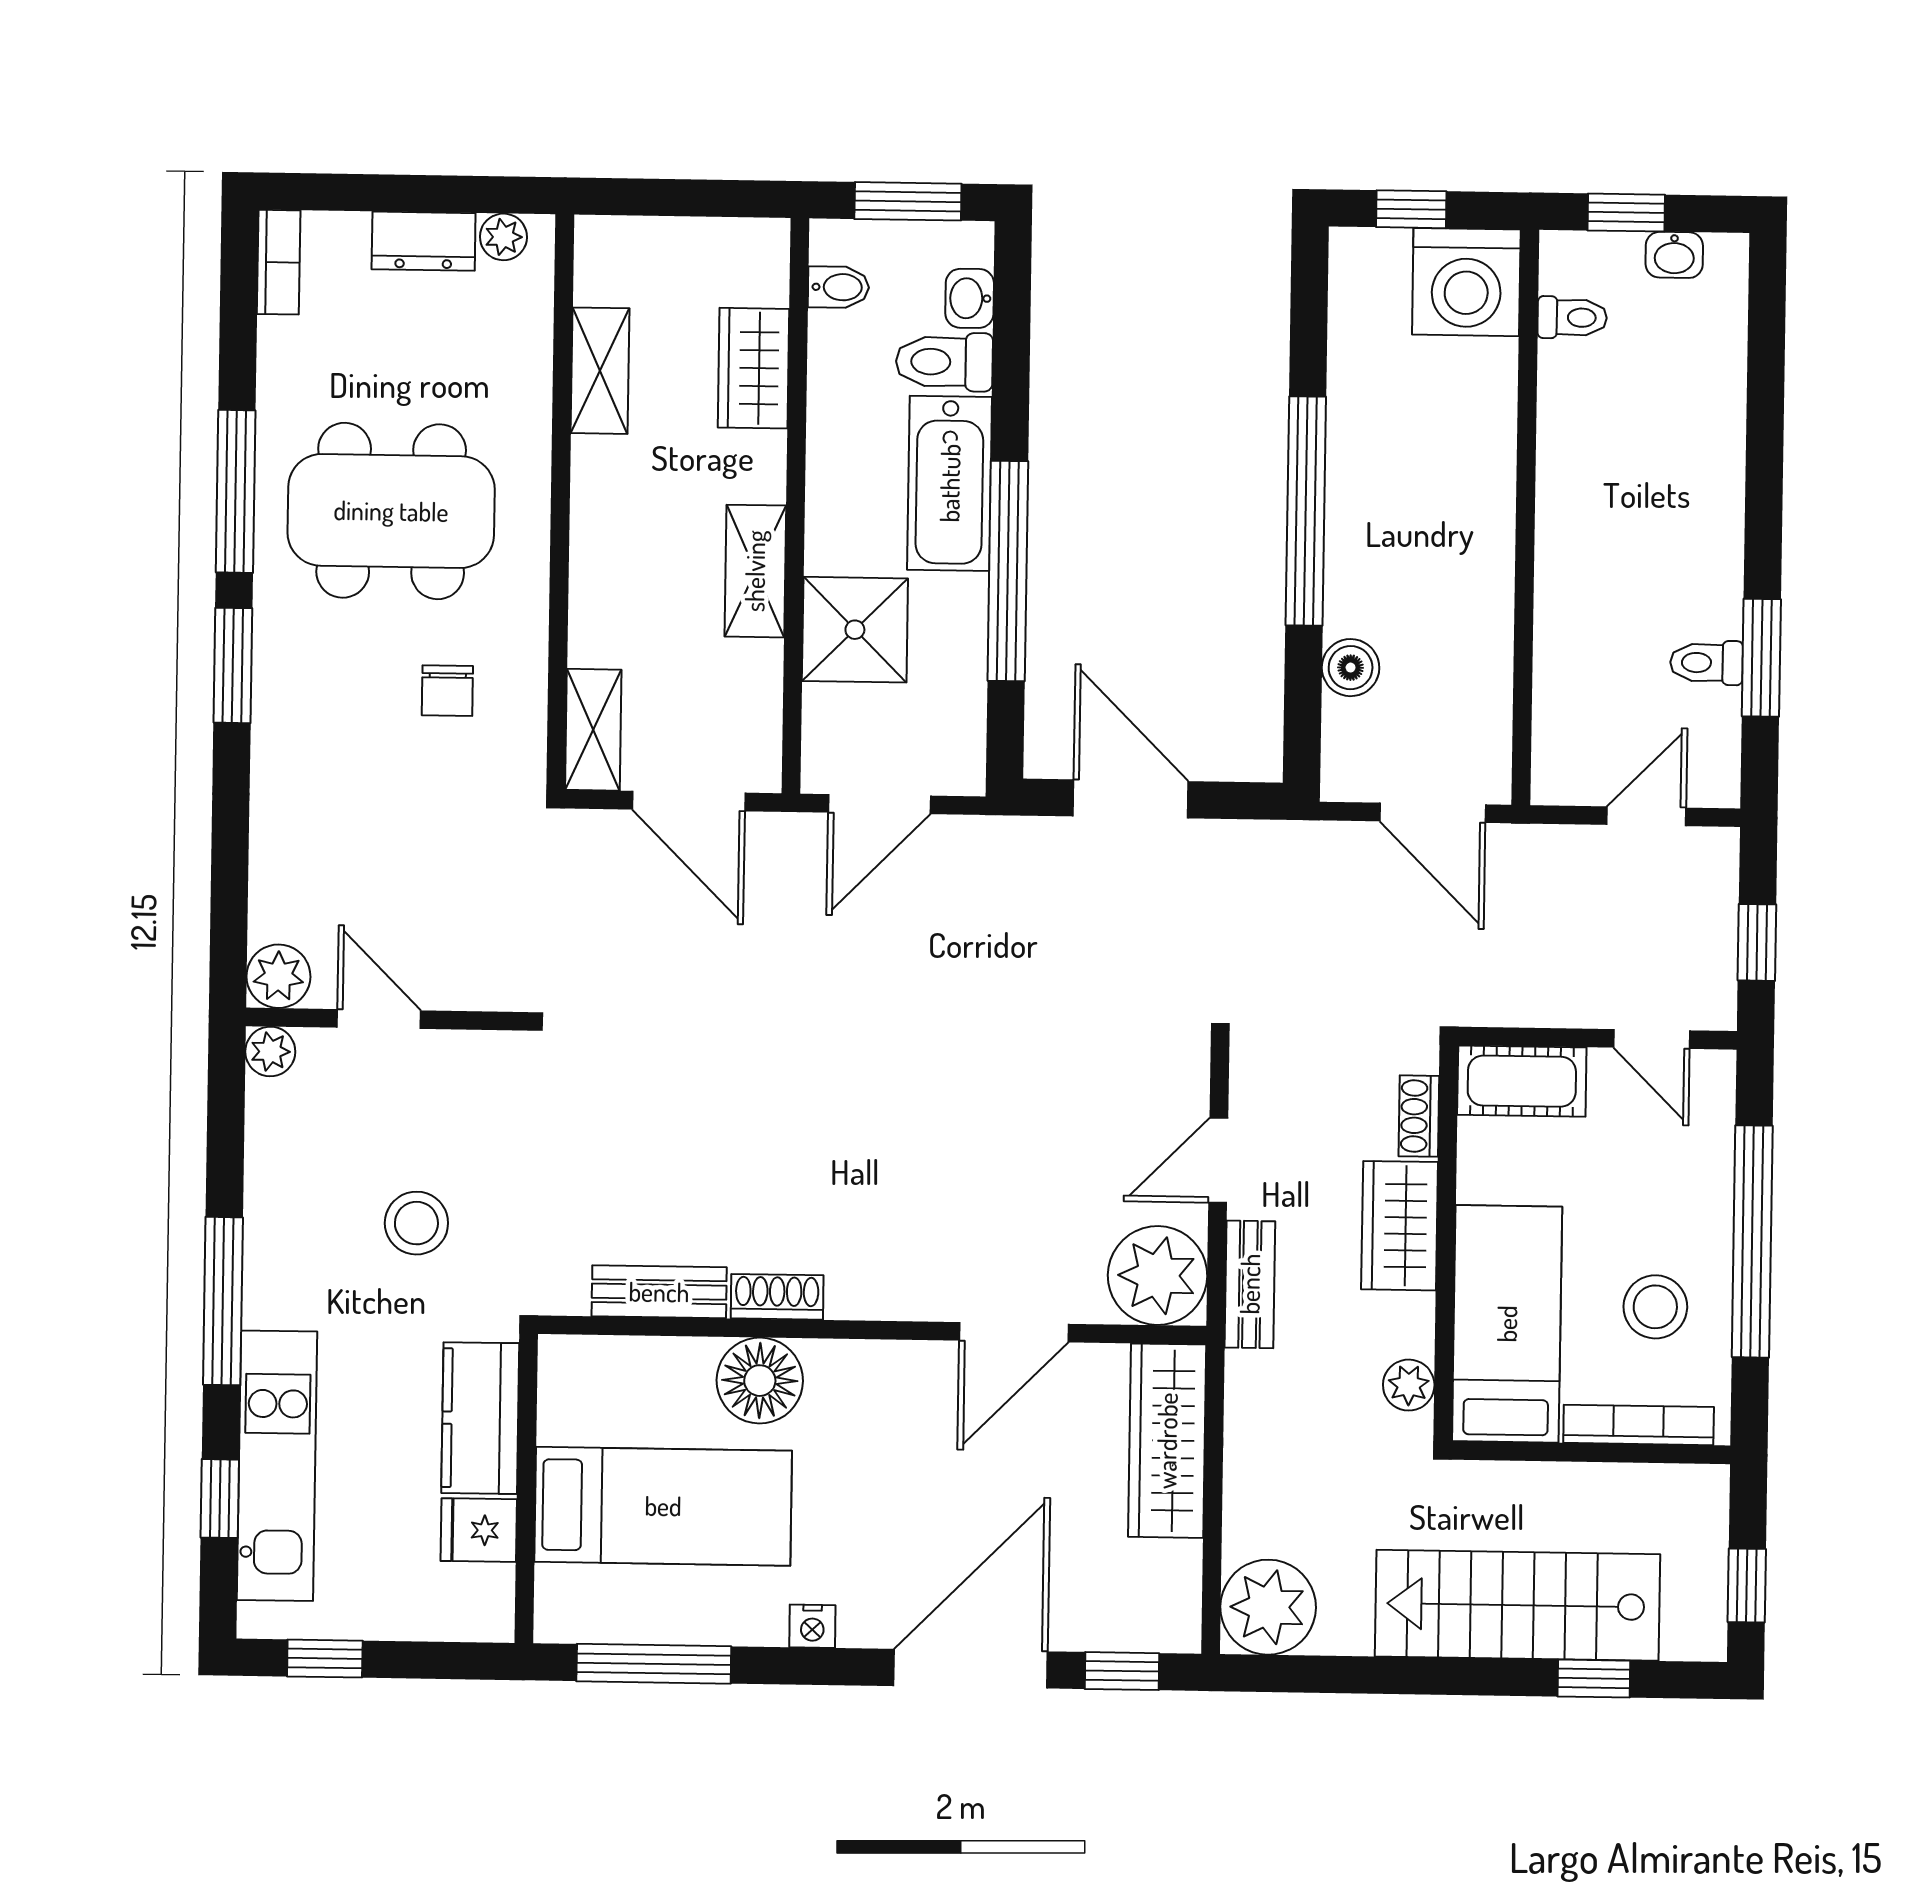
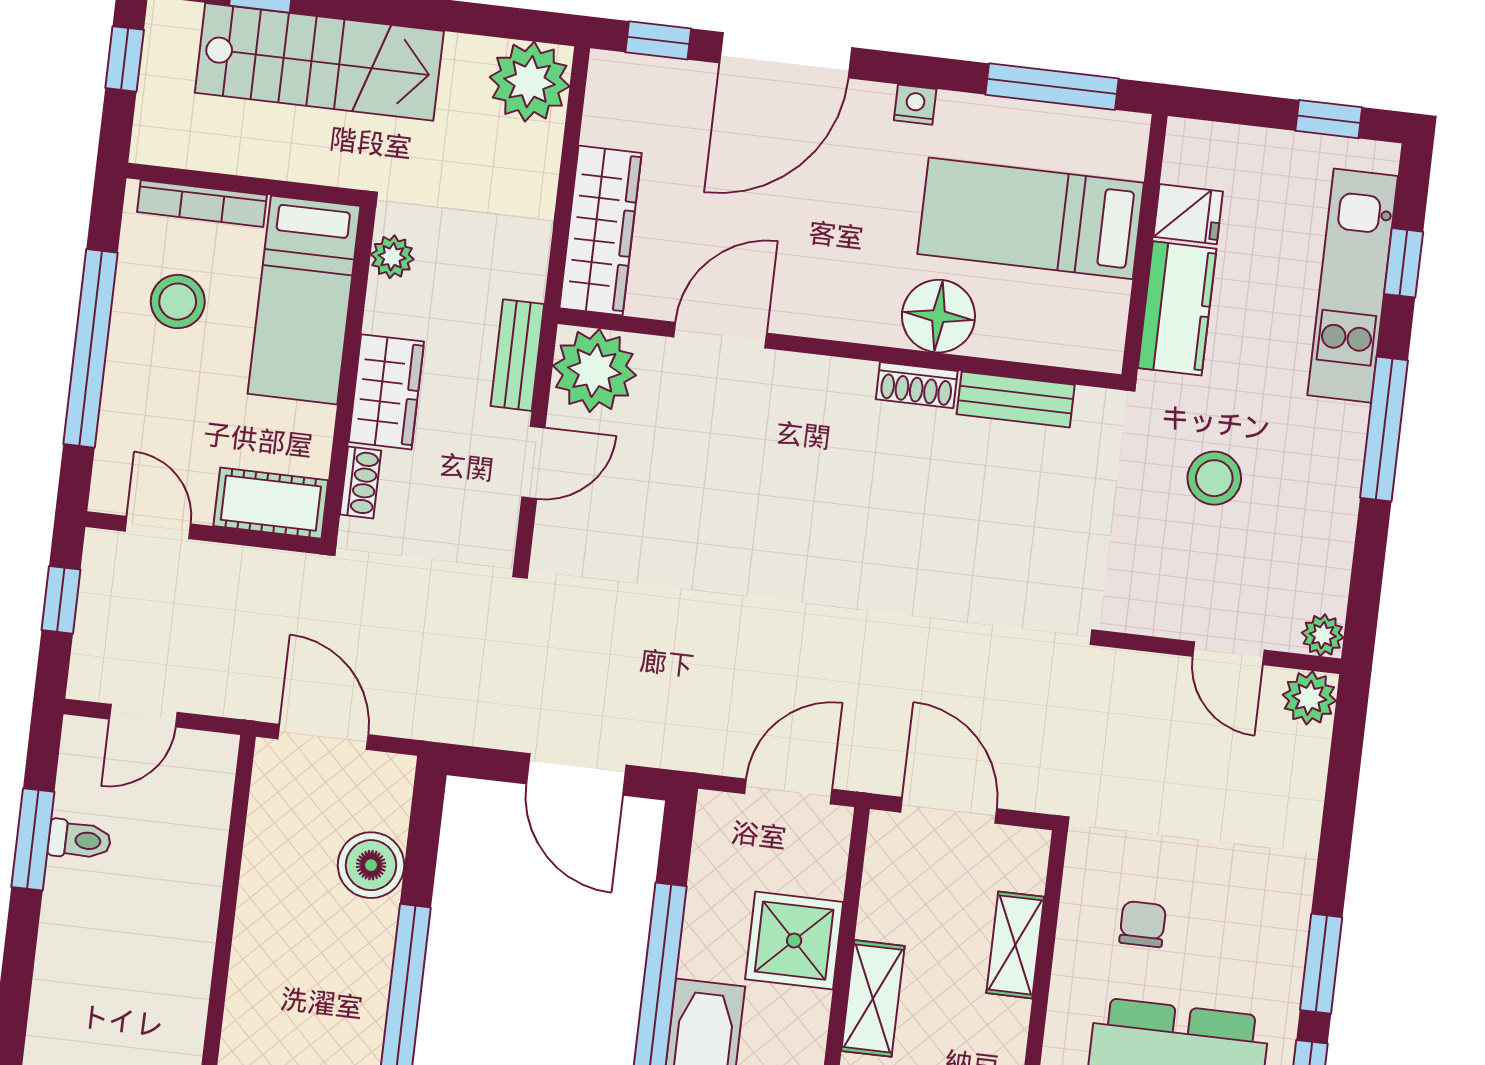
boiler: (1351, 668) -> (371, 865), width x1.36, depth x1.36
shelving: (593, 730) -> (1015, 945), moved

